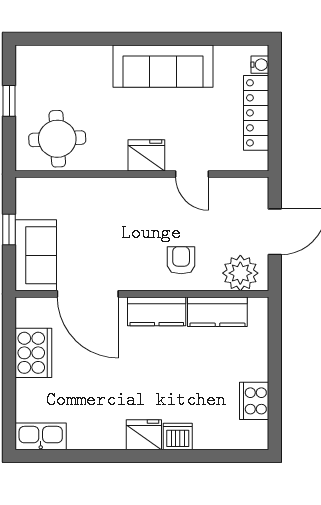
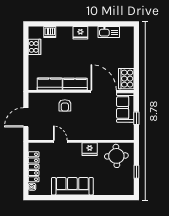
fridge: (146, 155) -> (90, 149), moved
plant: (240, 273) -> (40, 100), removed
cooker: (33, 353) -> (126, 79), moved
kitchen sink: (41, 436) -> (109, 32), moved
dishwasher: (178, 437) -> (50, 32), moved

